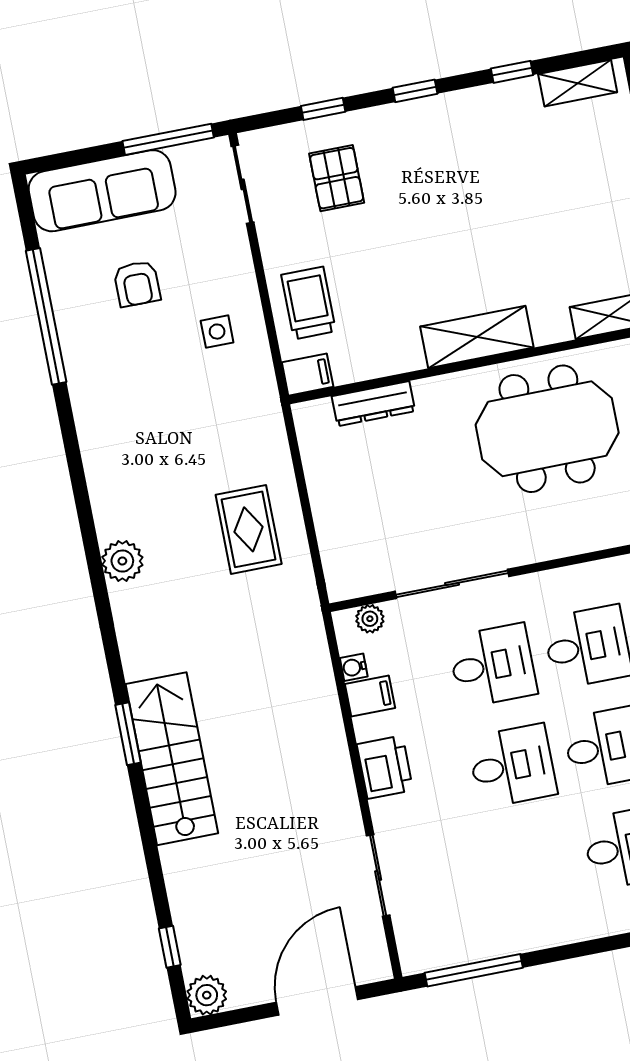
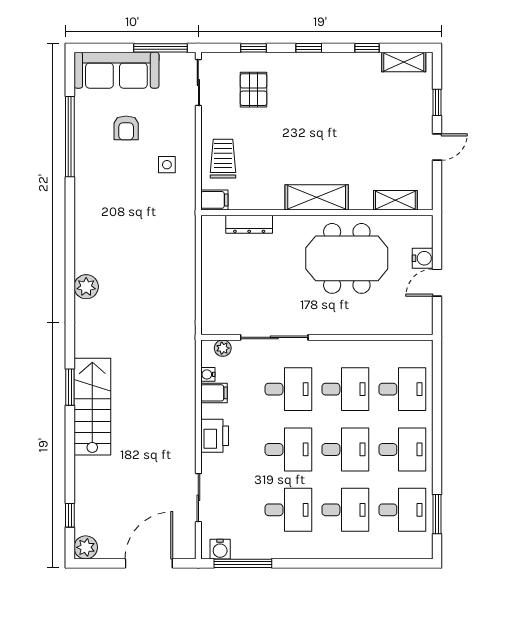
rug: (249, 529) -> (163, 283), removed
desk: (532, 866) -> (288, 510), added
water cooler: (431, 954) -> (220, 549), added

